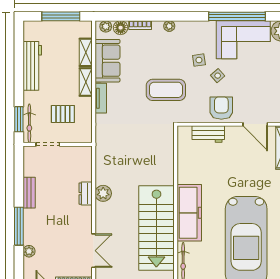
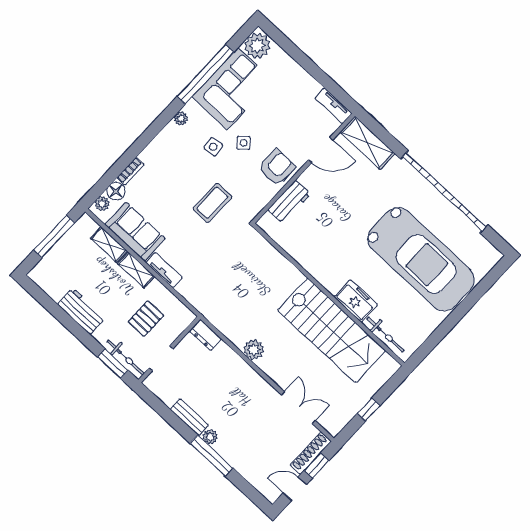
plant: (169, 26) -> (181, 119), moved
workbench: (32, 66) -> (81, 311), width x0.73
coffee table: (166, 90) -> (212, 203), width x0.73, depth x0.76
armchair: (221, 108) -> (277, 167), turned 90
dresser: (86, 194) -> (205, 335), moved
freezer: (189, 213) -> (356, 301), width x0.52, depth x0.79
plant: (29, 251) -> (210, 437), moved

